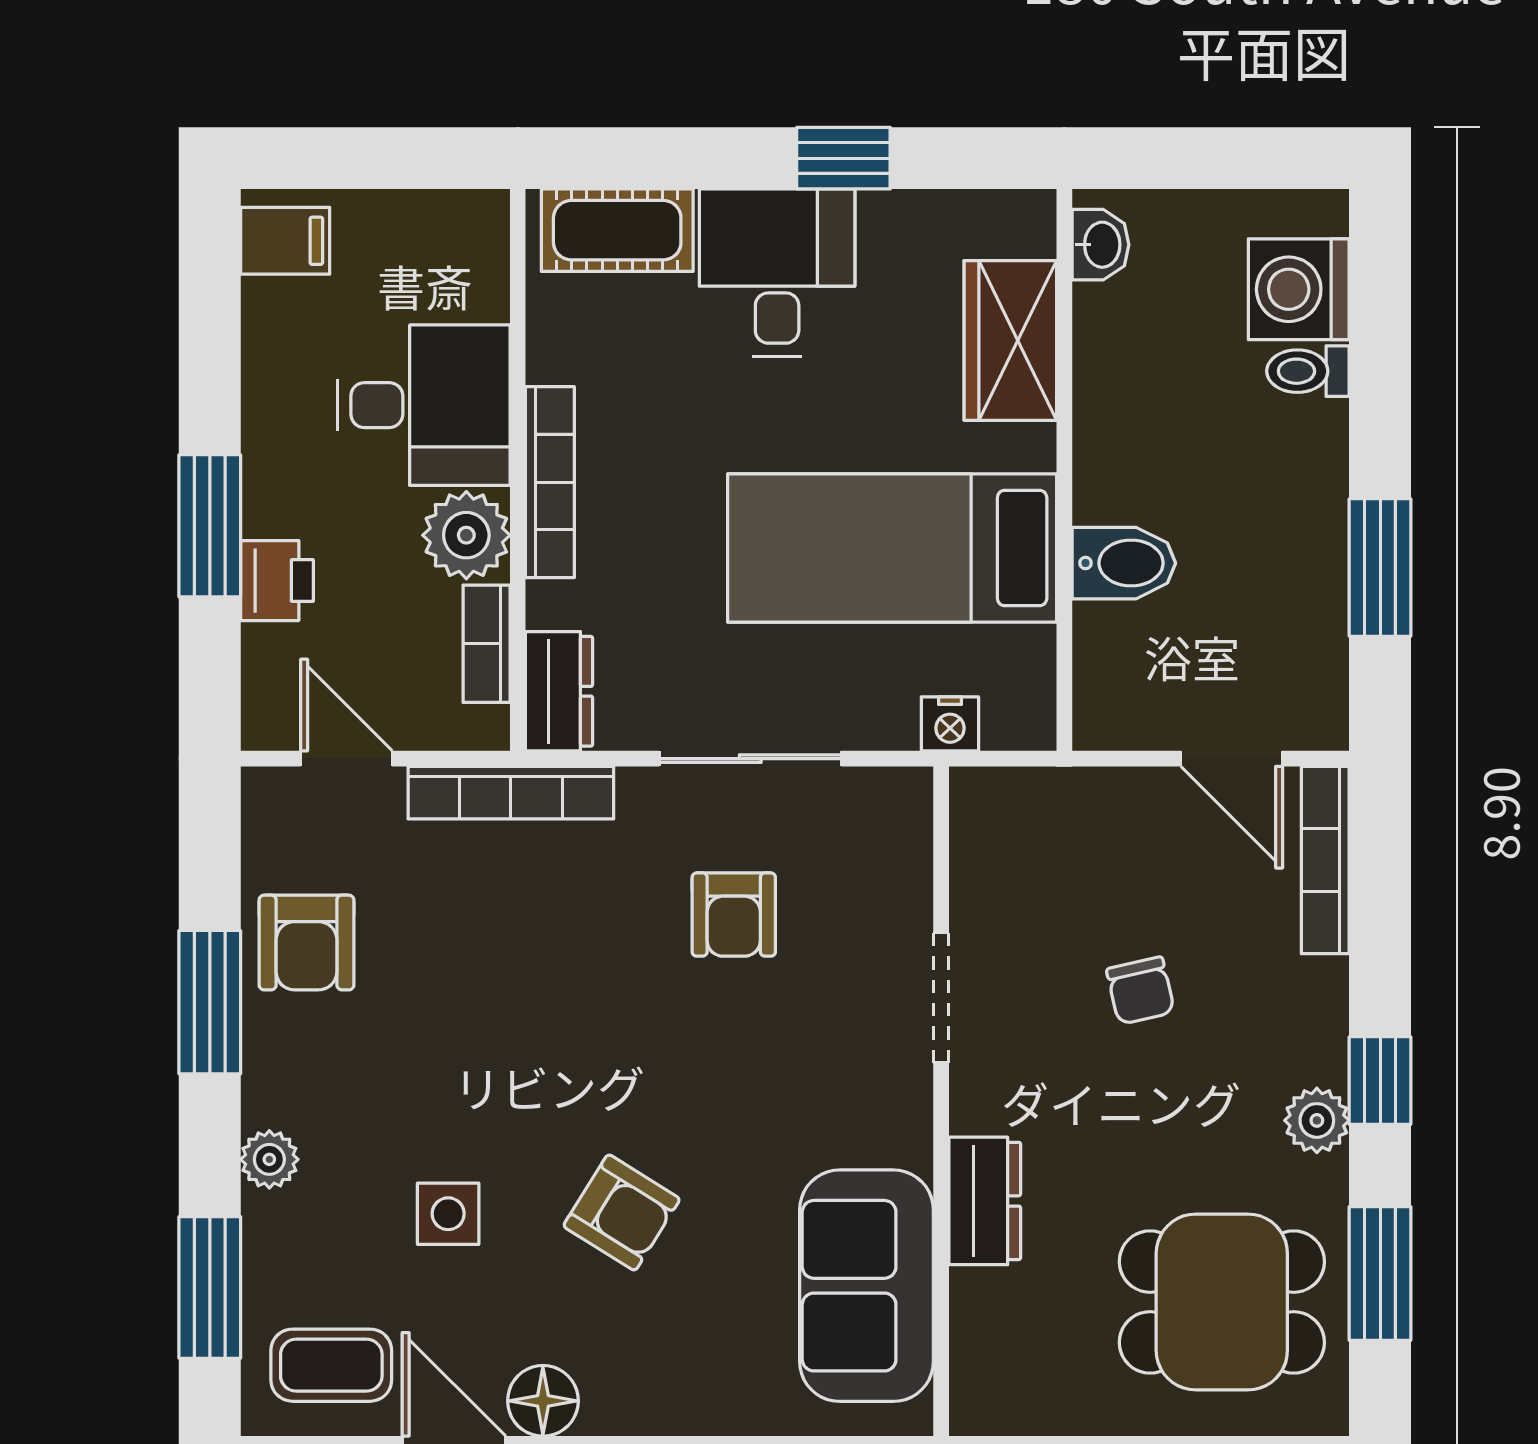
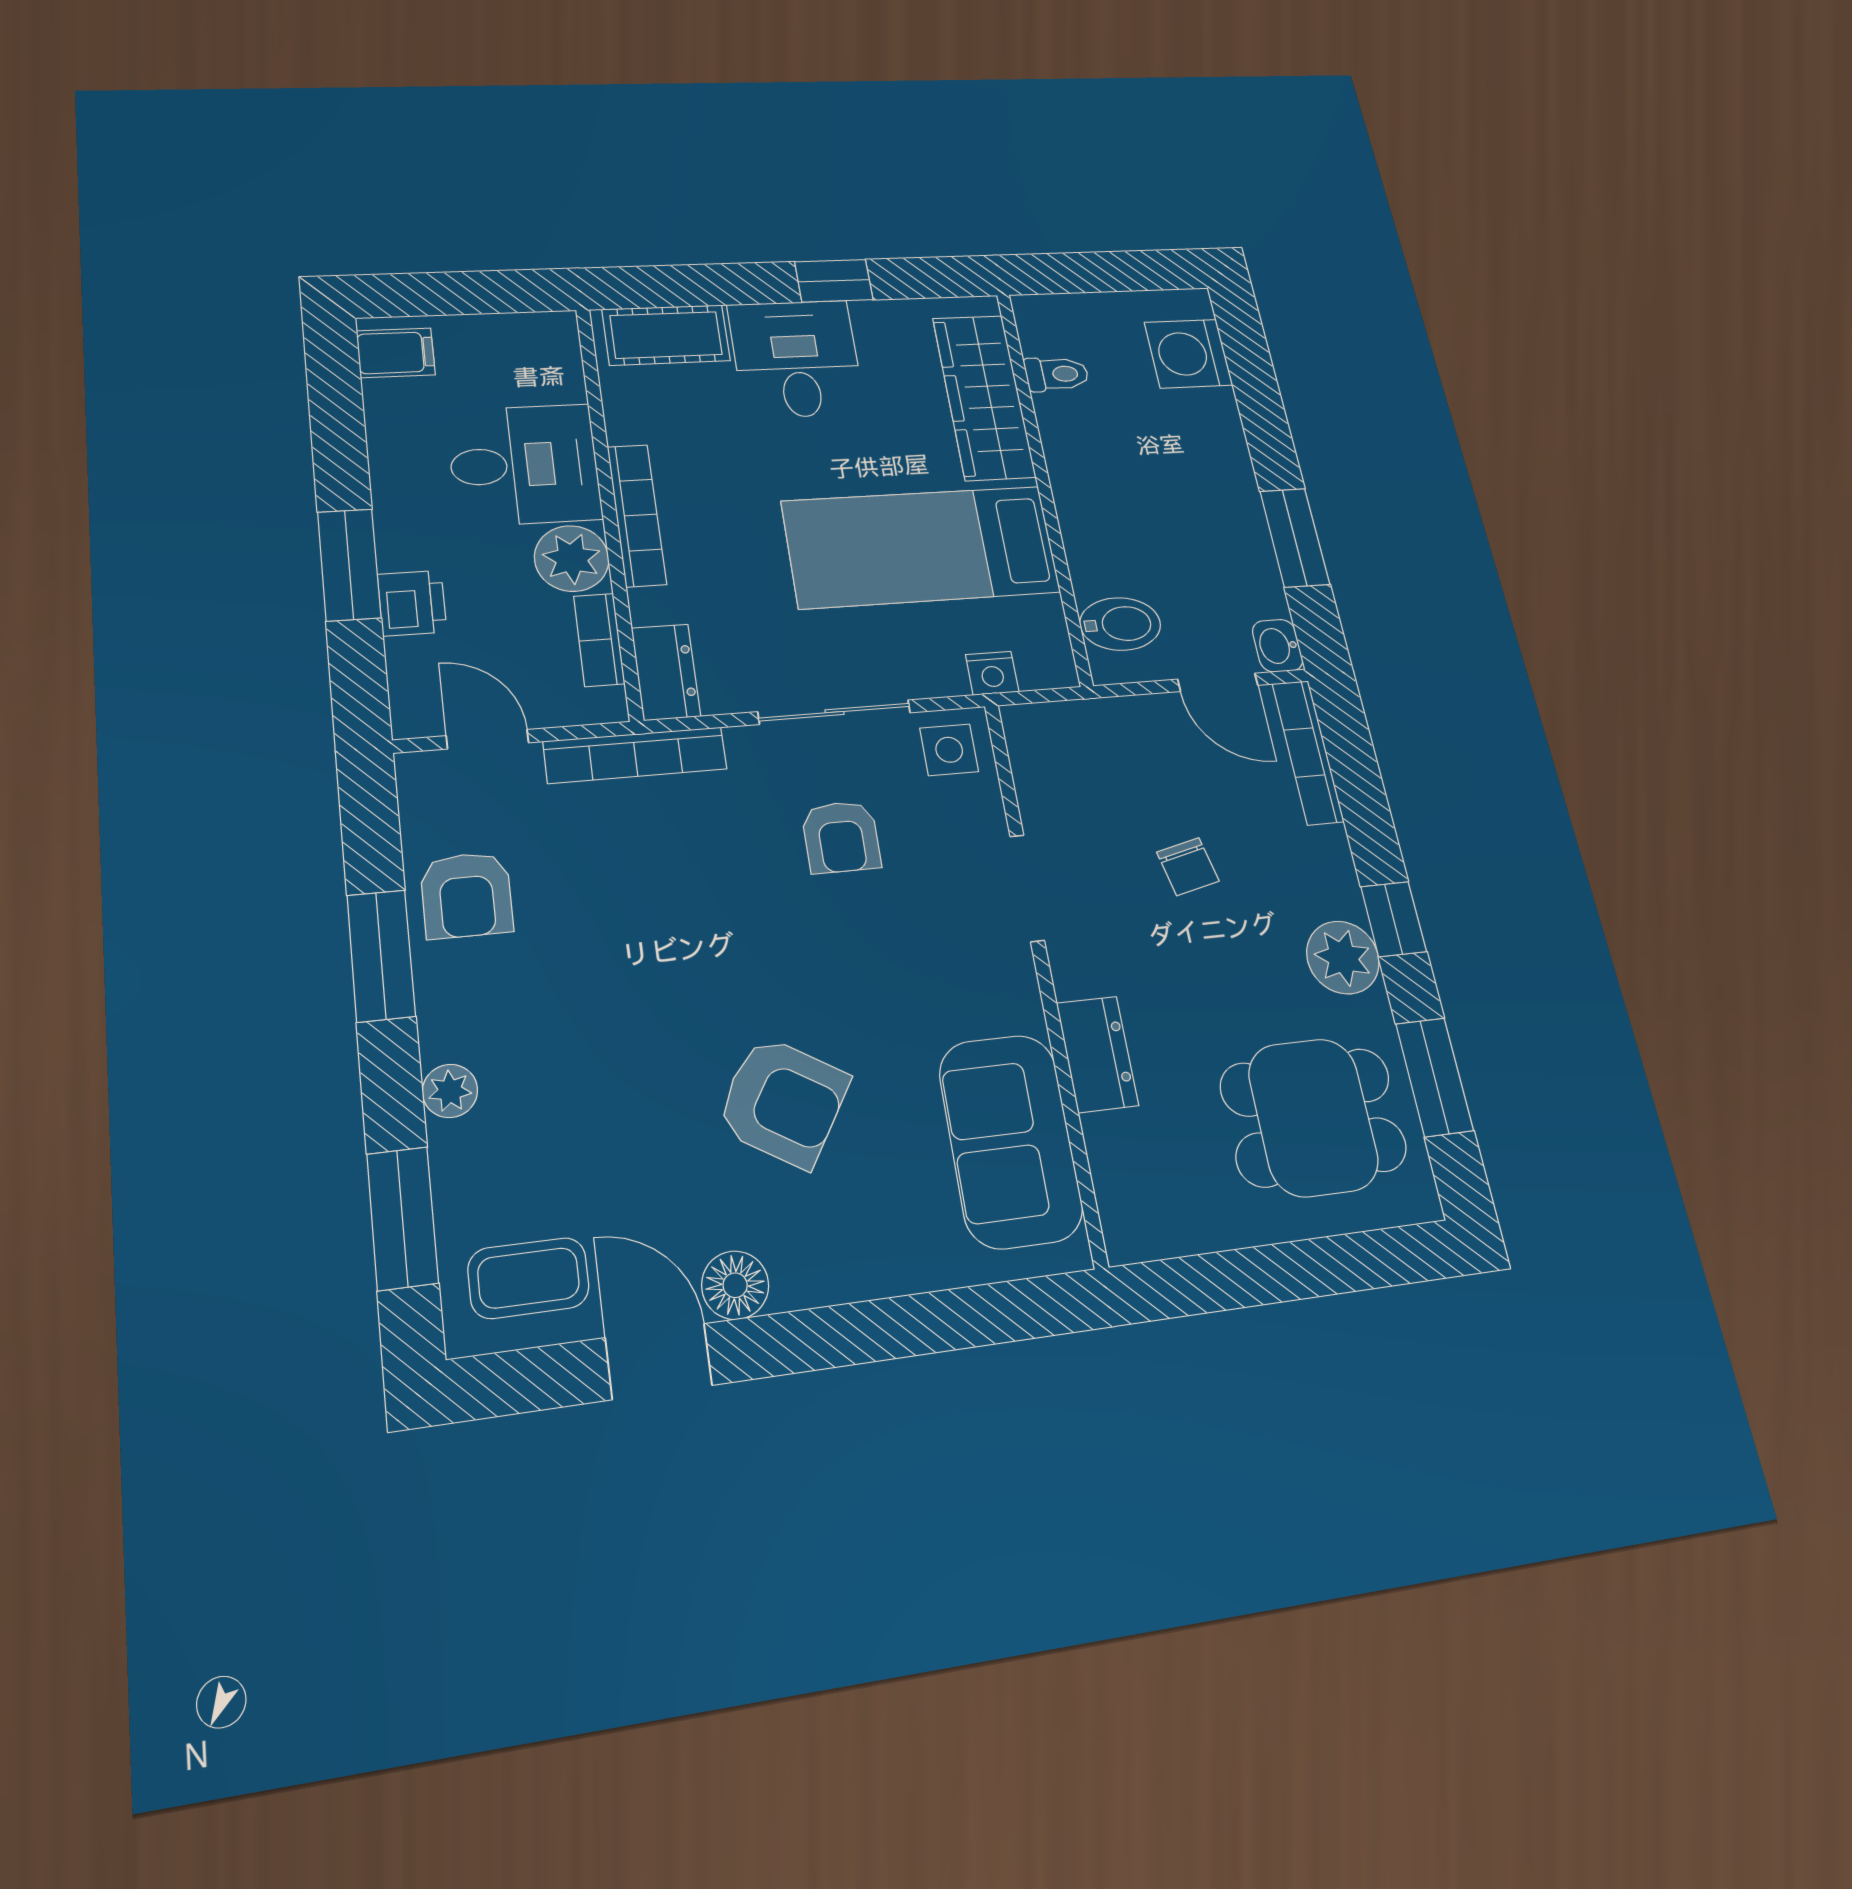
washbasin: (1101, 245) -> (1278, 646), moved, turned 180
wardrobe: (1010, 340) -> (984, 397), width x1.50
toilet: (1308, 371) -> (1057, 374), moved, turned 180
bidet: (1124, 563) -> (1120, 624), moved
plant: (1317, 1120) -> (1343, 957), width x1.38, depth x1.38
armchair: (622, 1213) -> (783, 1101), width x1.38, depth x1.38
side table: (448, 1214) -> (949, 750), moved

